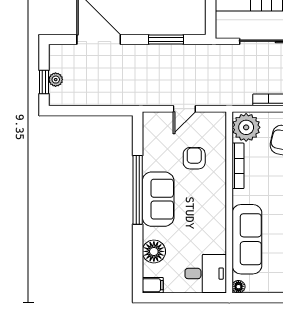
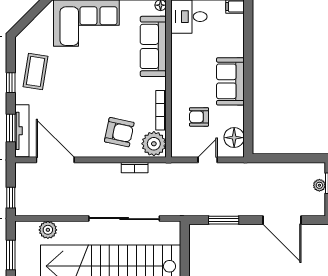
armchair: (194, 158) -> (199, 117), turned 90
window: (138, 190) -> (248, 89), removed
floor lamp: (154, 251) -> (234, 138), moved

